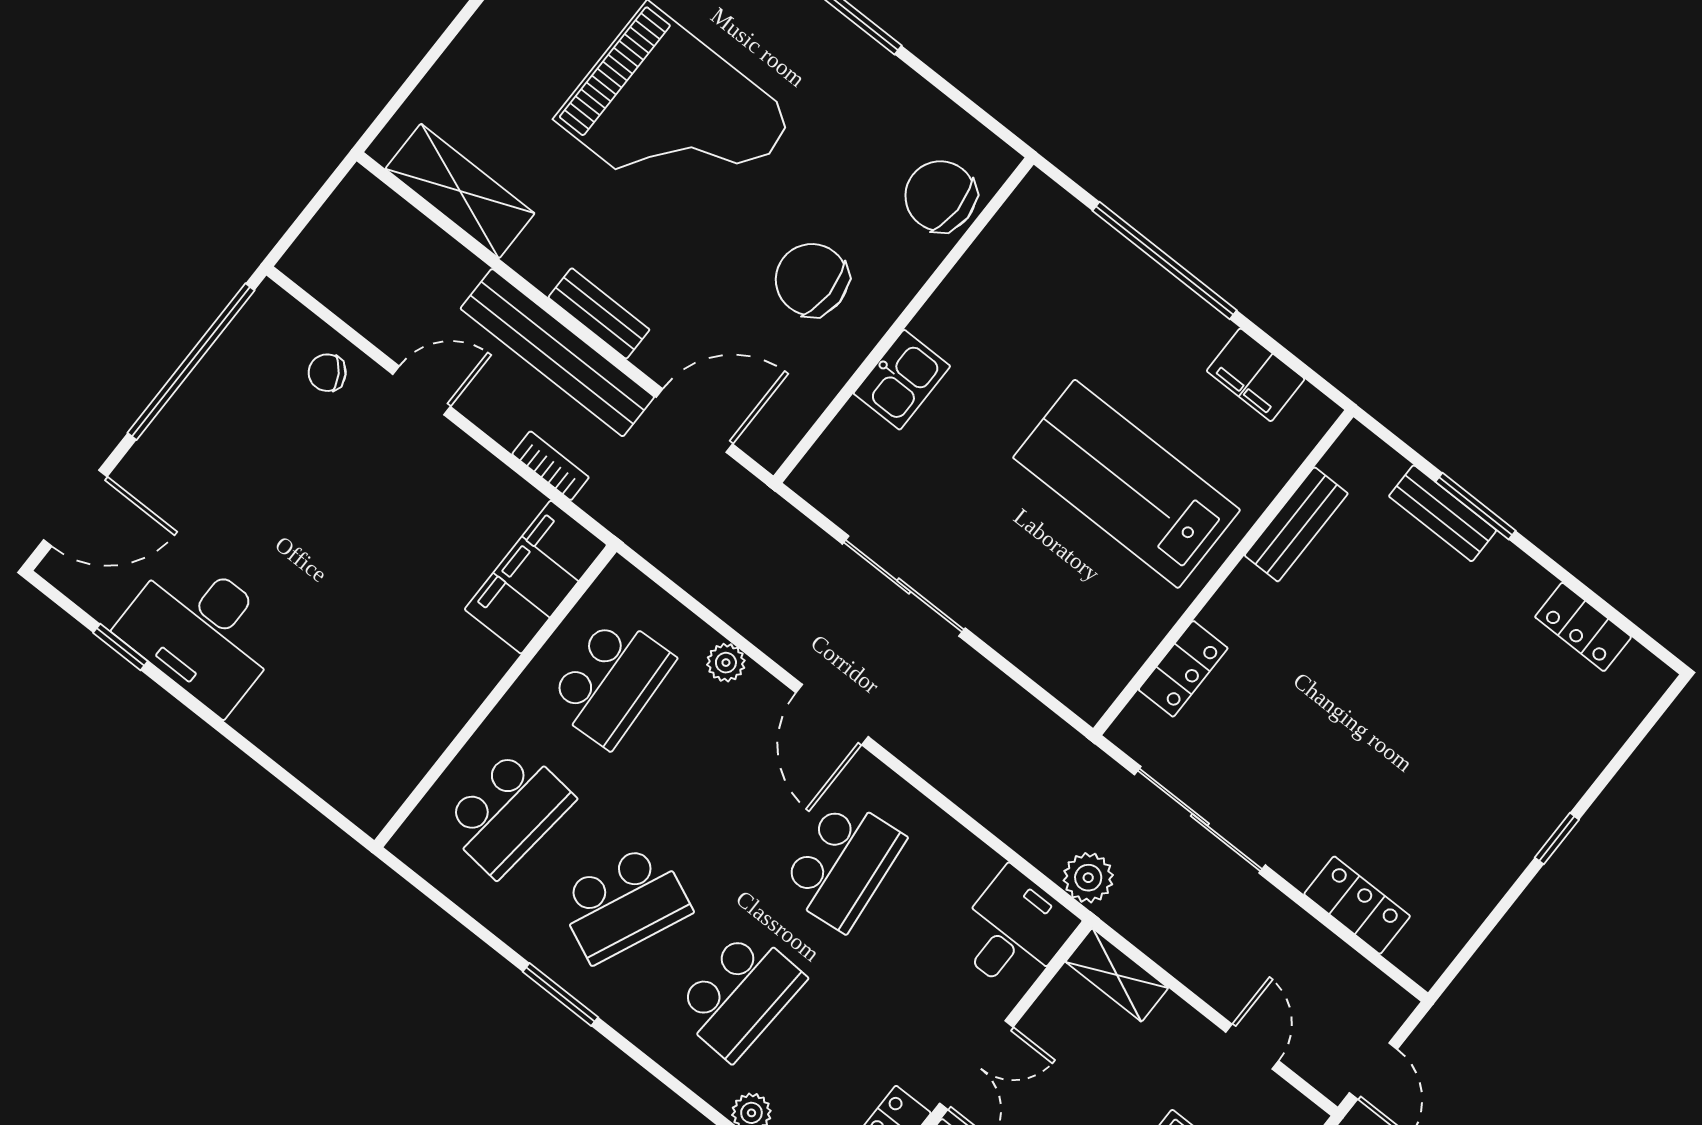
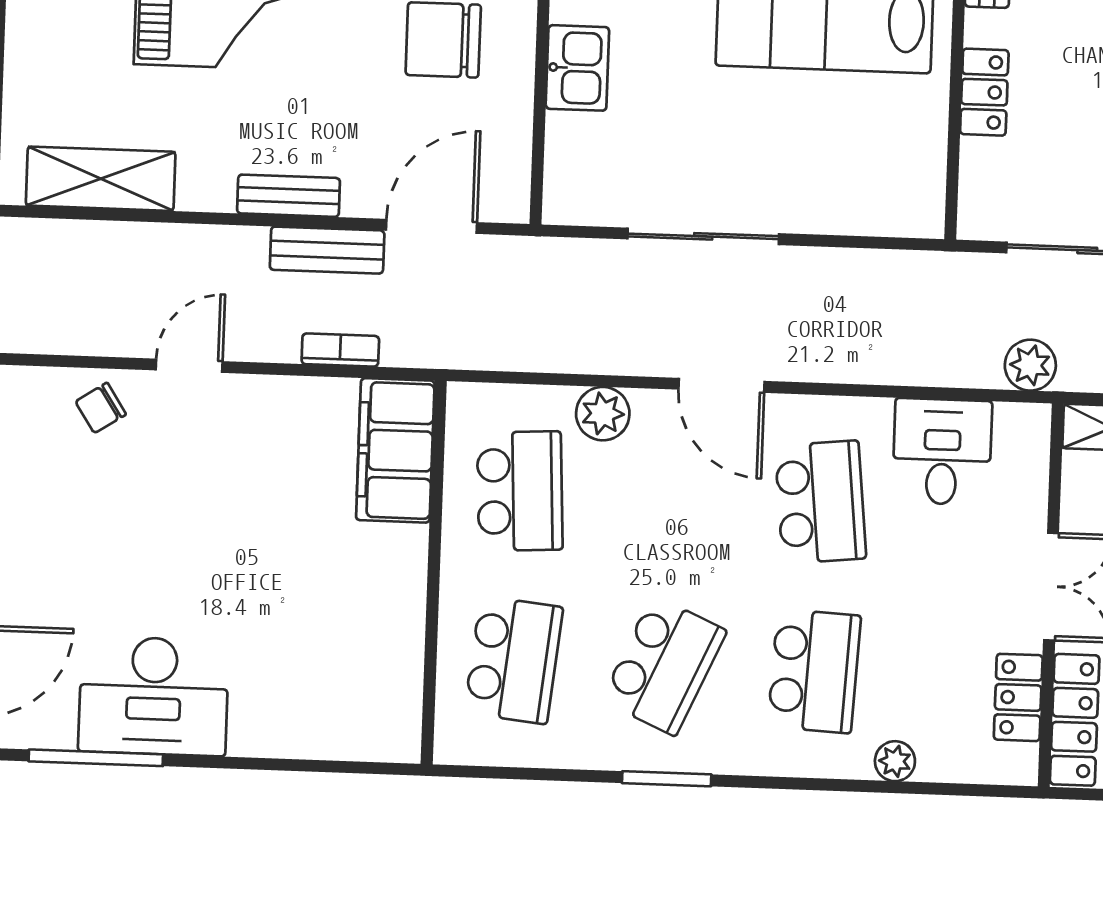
bench: (557, 353) -> (327, 250), width x0.54, depth x0.82
window: (120, 647) -> (96, 758), width x2.17
plant: (726, 663) -> (603, 414), width x1.38, depth x1.38
locker: (1183, 669) -> (984, 92), moved
desk: (1014, 931) -> (942, 452), moved

